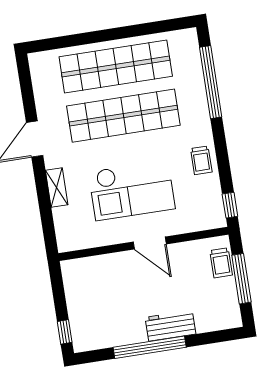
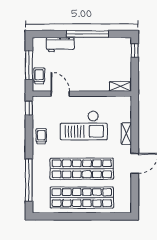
checkout: (132, 190) -> (84, 125), turned 180
door: (150, 243) -> (60, 94), moved
shelving: (80, 267) -> (120, 86), added
workbench: (171, 326) -> (60, 44), moved

